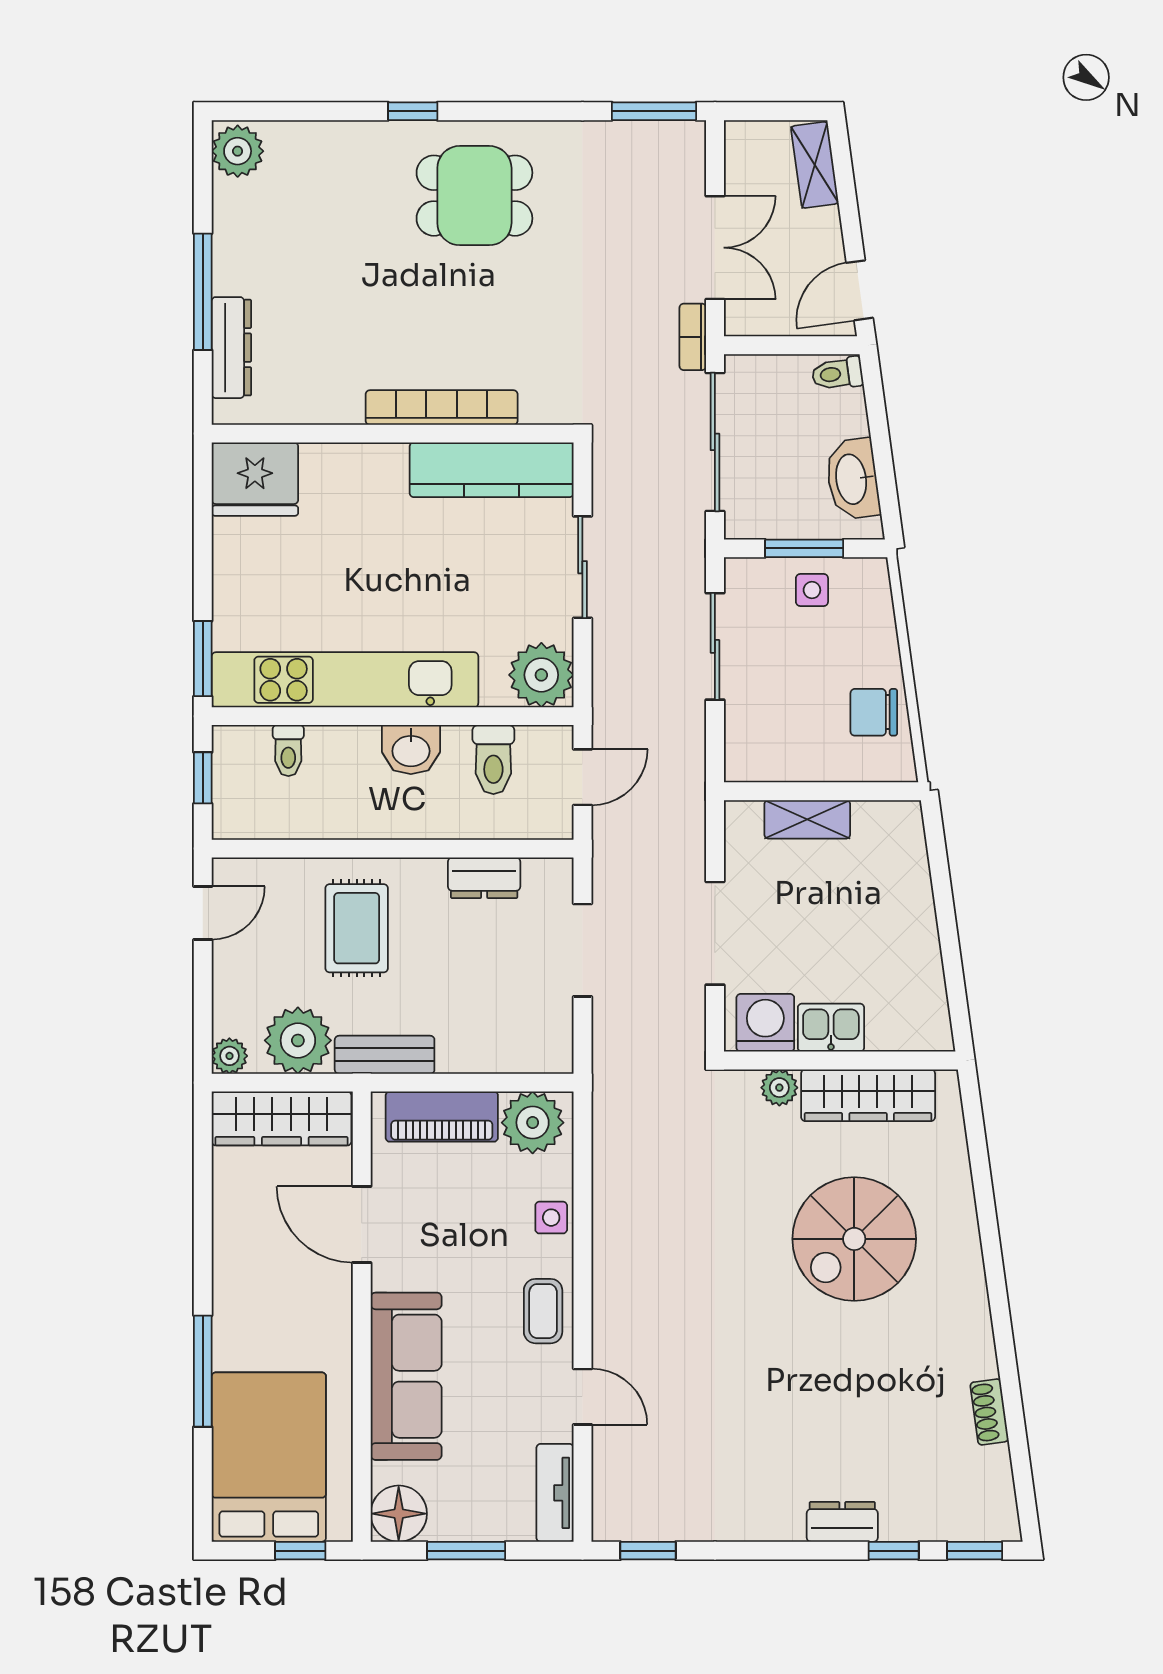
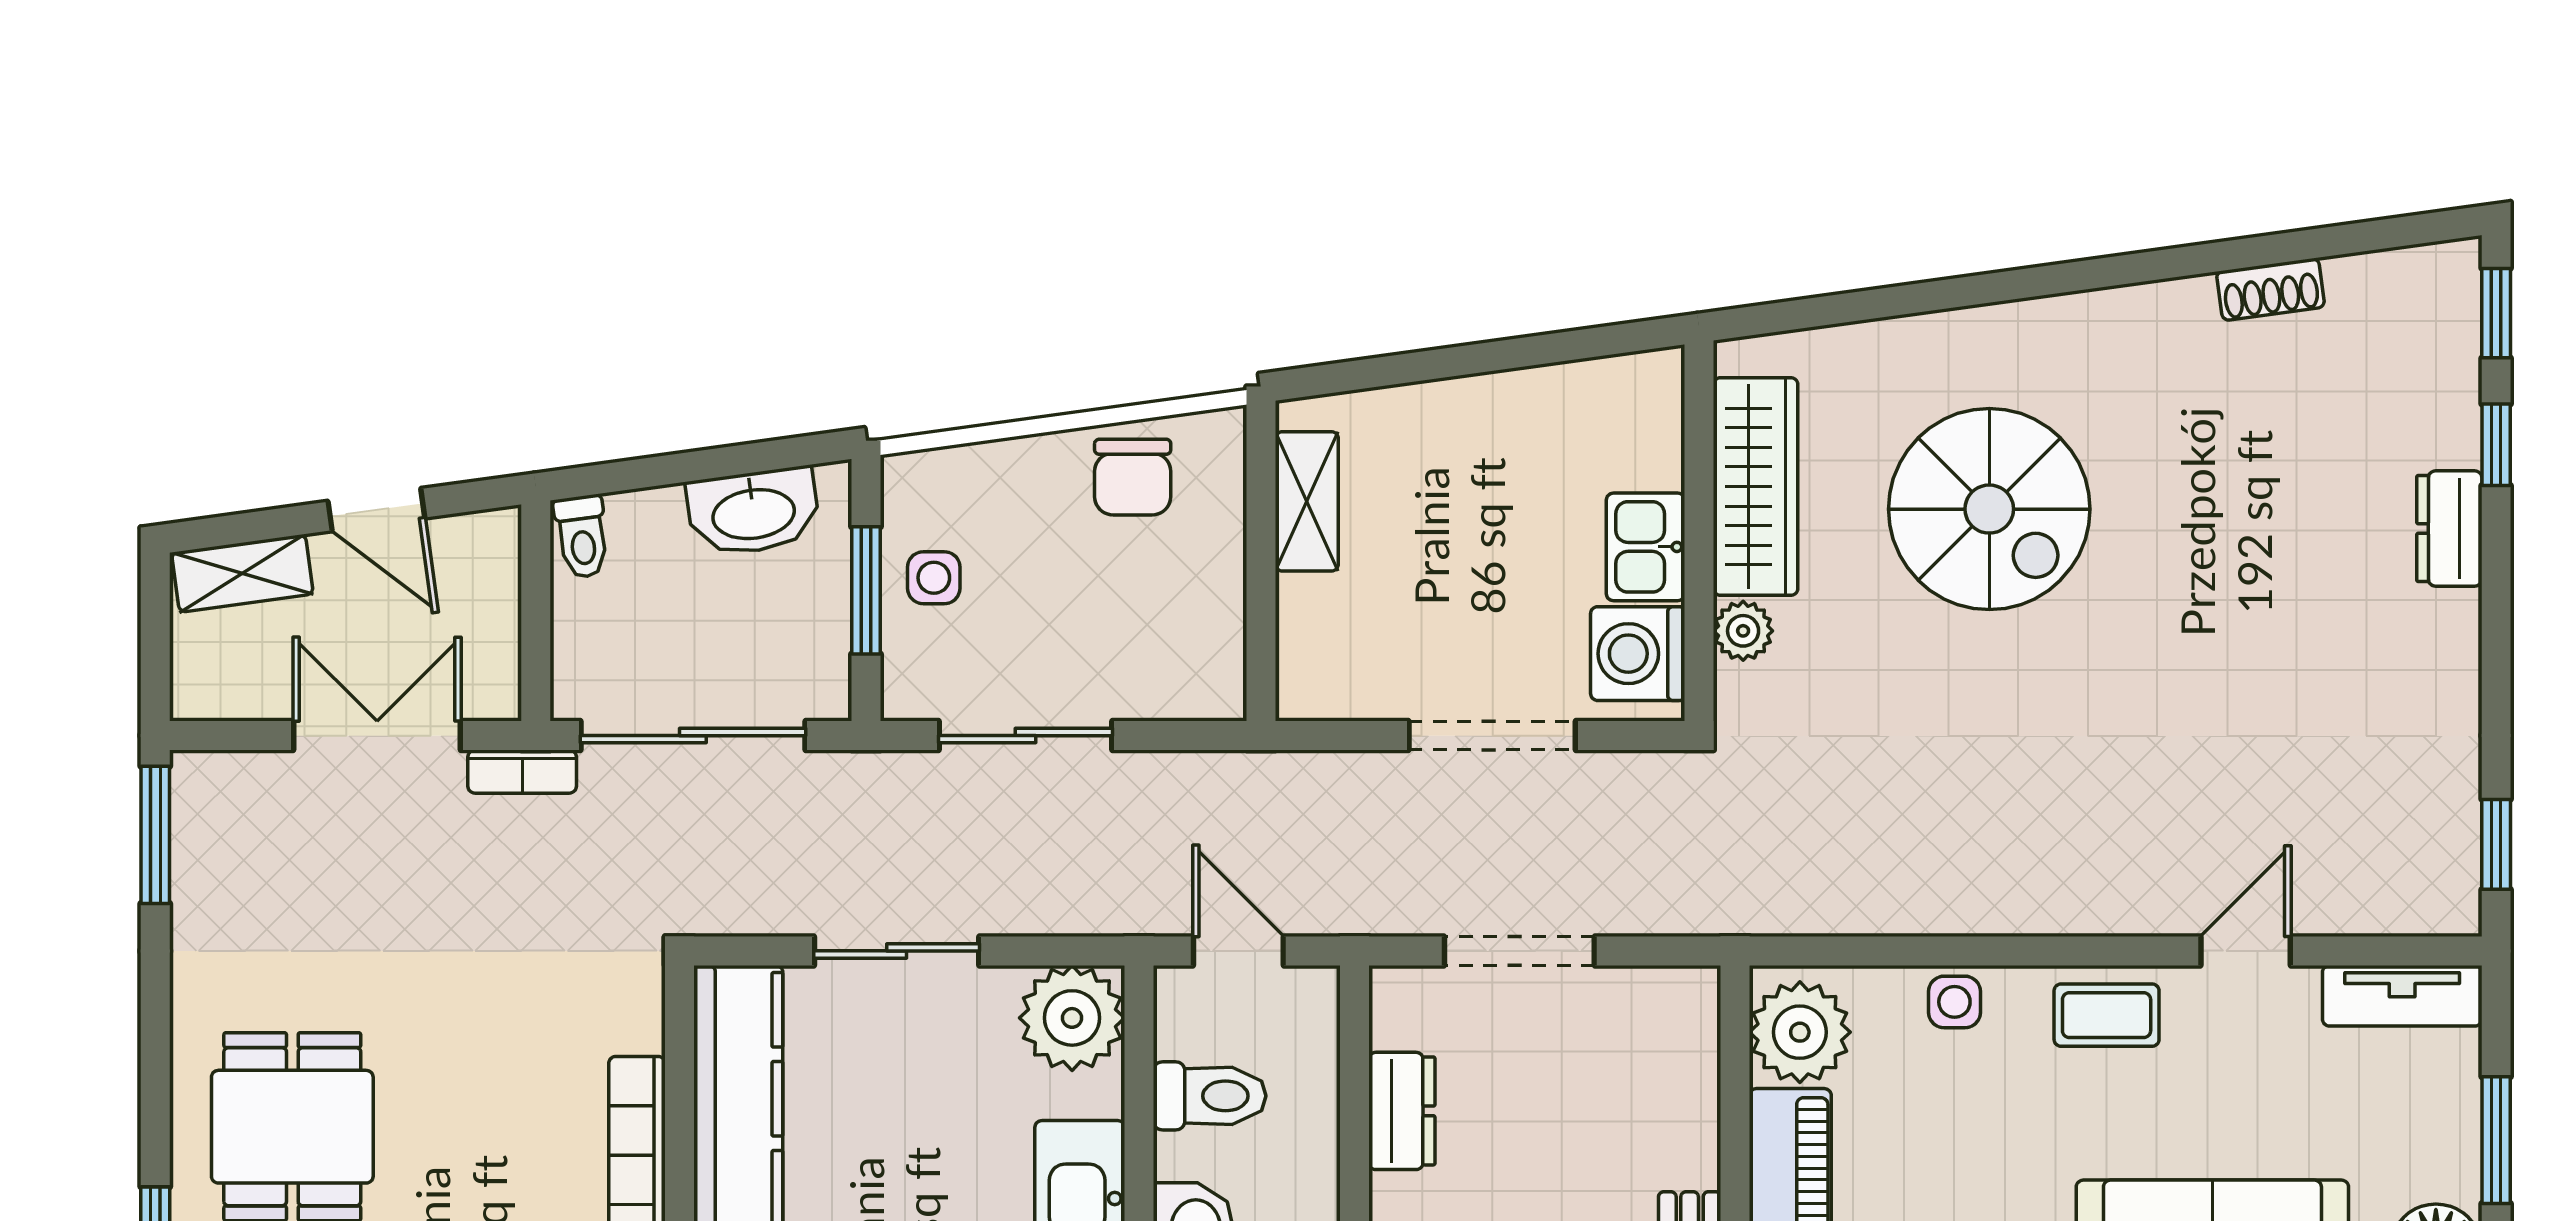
door: (860, 290) -> (376, 510), moved
shelving: (807, 819) -> (1307, 501), moved

